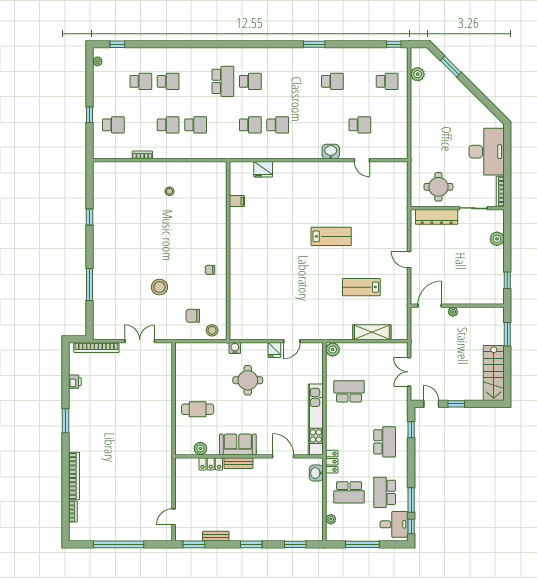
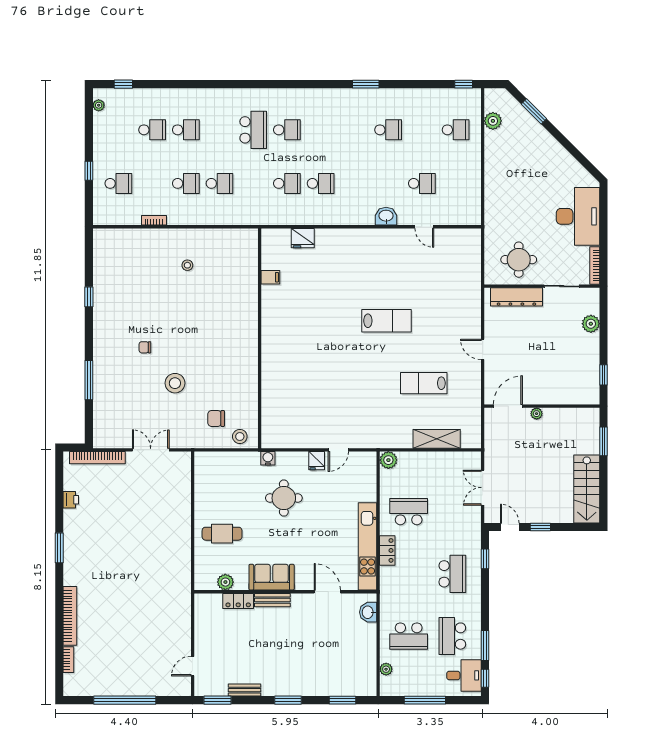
chair: (210, 270) -> (145, 347), moved
locker: (332, 462) -> (387, 550), moved

